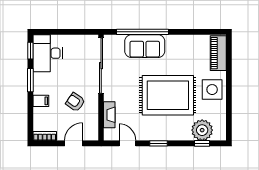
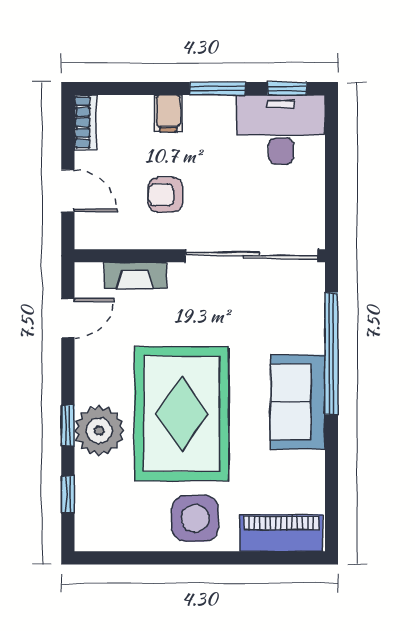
sofa: (145, 46) -> (298, 402), moved
armchair: (75, 102) -> (165, 195), turned -125
plant: (202, 130) -> (99, 431), moved
window: (159, 143) -> (68, 425), moved

